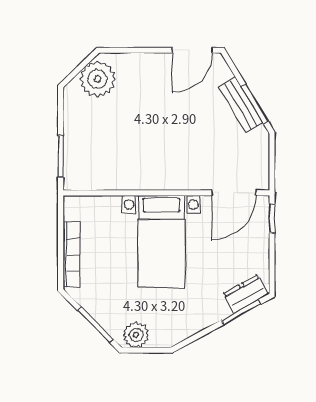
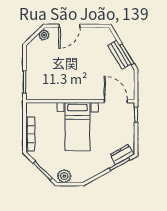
door: (192, 50) -> (69, 26), moved
plant: (97, 79) -> (44, 35), width x0.53, depth x0.53
door: (234, 193) -> (116, 101), swing flipped

